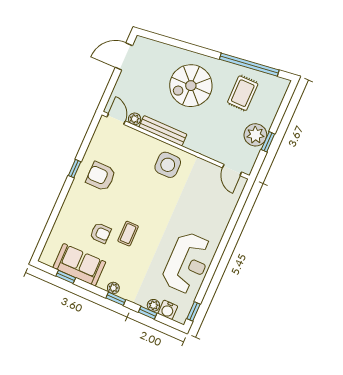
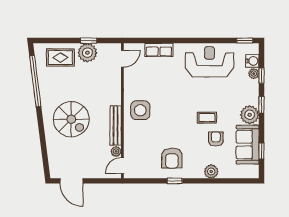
rug: (243, 93) -> (60, 58), moved
plant: (67, 213) -> (211, 171), added
row of seats: (224, 214) -> (159, 50), added
plant: (113, 288) -> (250, 115), width x1.88, depth x1.88

